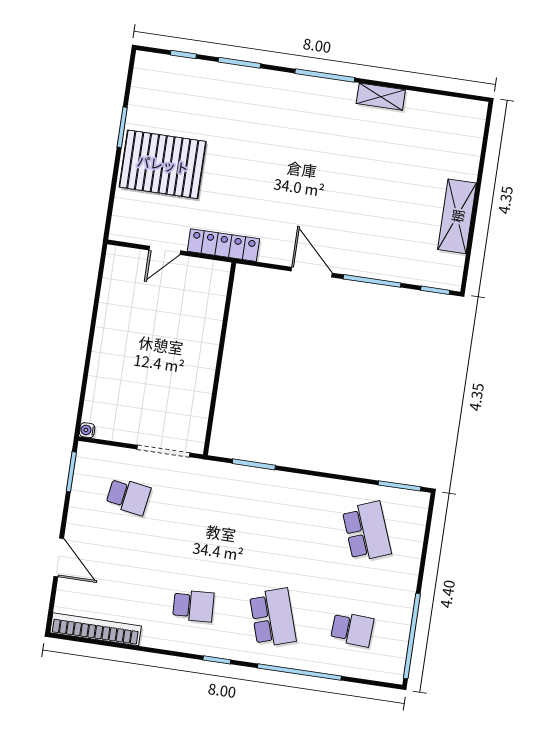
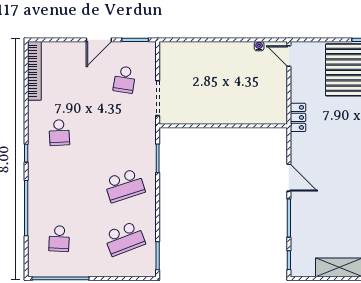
locker: (223, 245) -> (298, 117), width x0.66
door: (165, 250) -> (289, 56), moved
door: (312, 272) -> (289, 178), hinge flipped
water cooler: (87, 430) -> (259, 46), moved
door: (59, 557) -> (99, 40), moved
school desk: (273, 618) -> (125, 186), moved

